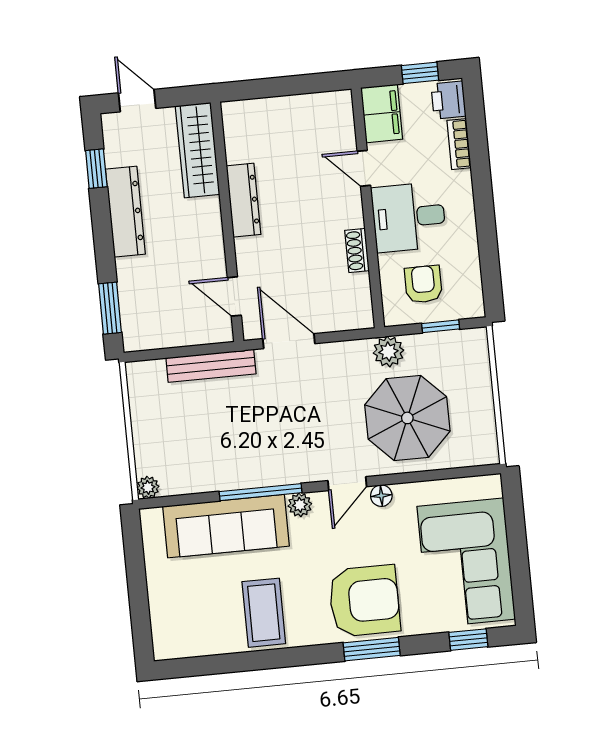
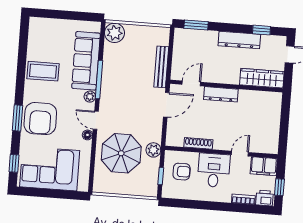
dresser: (244, 200) -> (221, 94), moved
shoe rack: (357, 250) -> (198, 143), width x1.43
plant: (148, 487) -> (115, 33), width x1.88, depth x1.88

